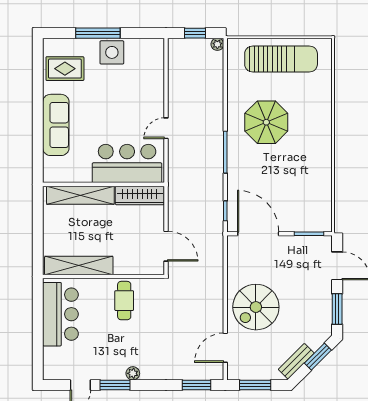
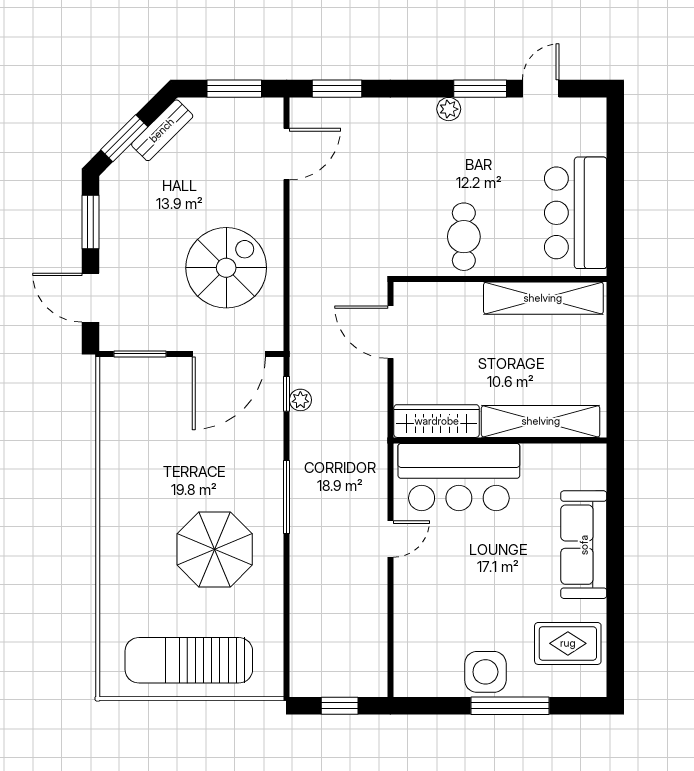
plant: (217, 44) -> (300, 400), moved
door: (258, 234) -> (229, 354), hinge flipped
spiral stairs: (256, 307) -> (226, 268), moved

